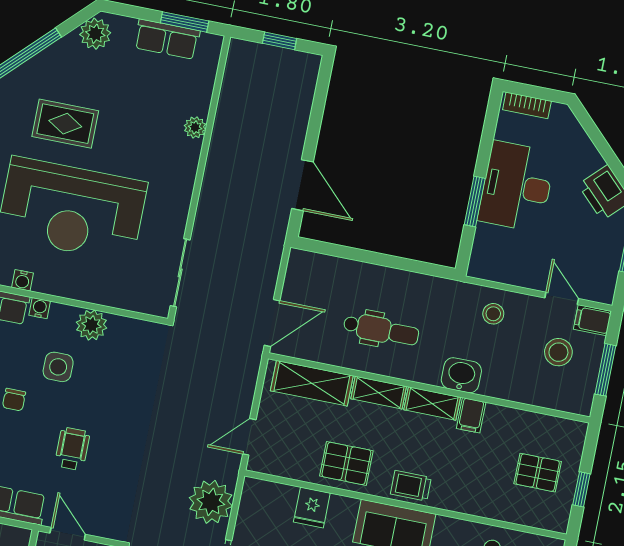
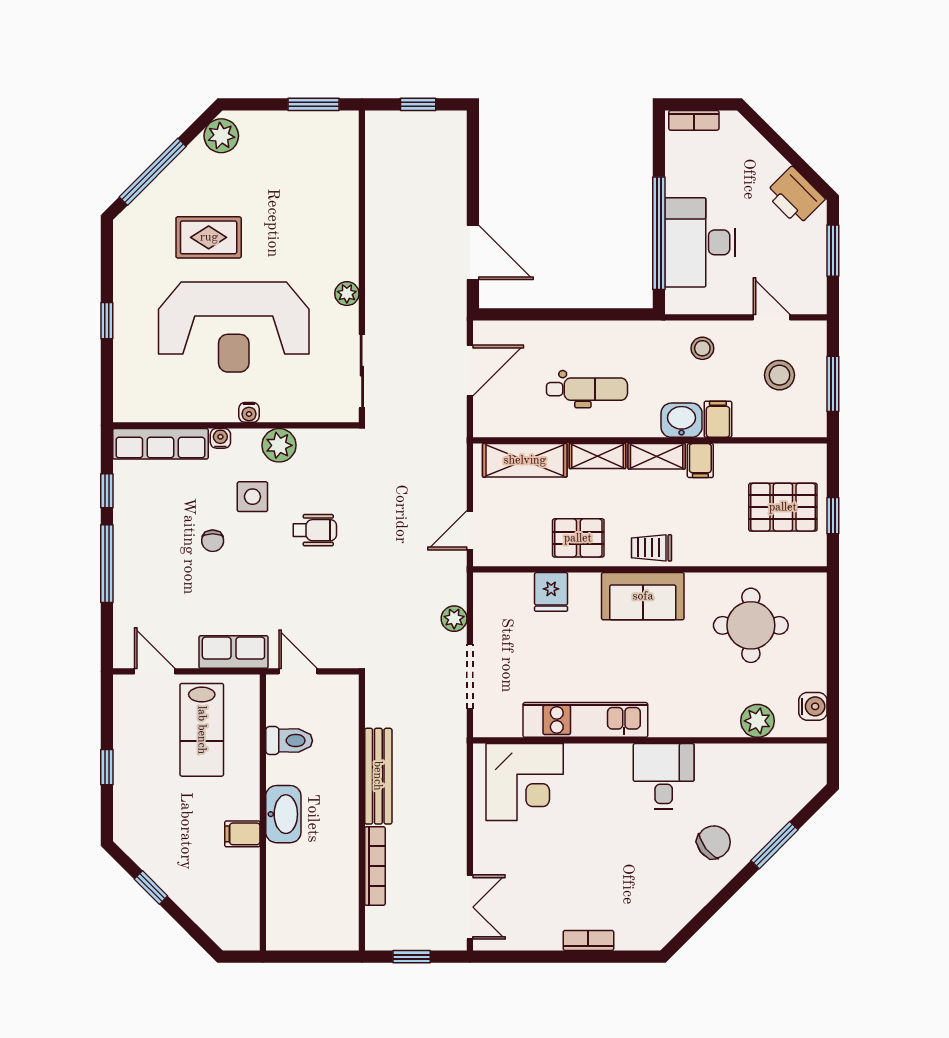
row of seats: (167, 39) -> (298, 126), removed
plant: (195, 127) -> (347, 294), moved
desk: (517, 186) -> (700, 242), moved
window: (475, 201) -> (659, 233), width x2.11
water cooler: (22, 280) -> (249, 412), moved
filing cabinet: (592, 320) -> (718, 419), moved, turned 90
door: (272, 323) -> (470, 370), moved
wheelchair: (72, 449) -> (315, 530), moved, turned 90
pallet: (538, 473) -> (783, 507), width x1.50, depth x1.42
plant: (211, 502) -> (454, 619), width x0.53, depth x0.53

